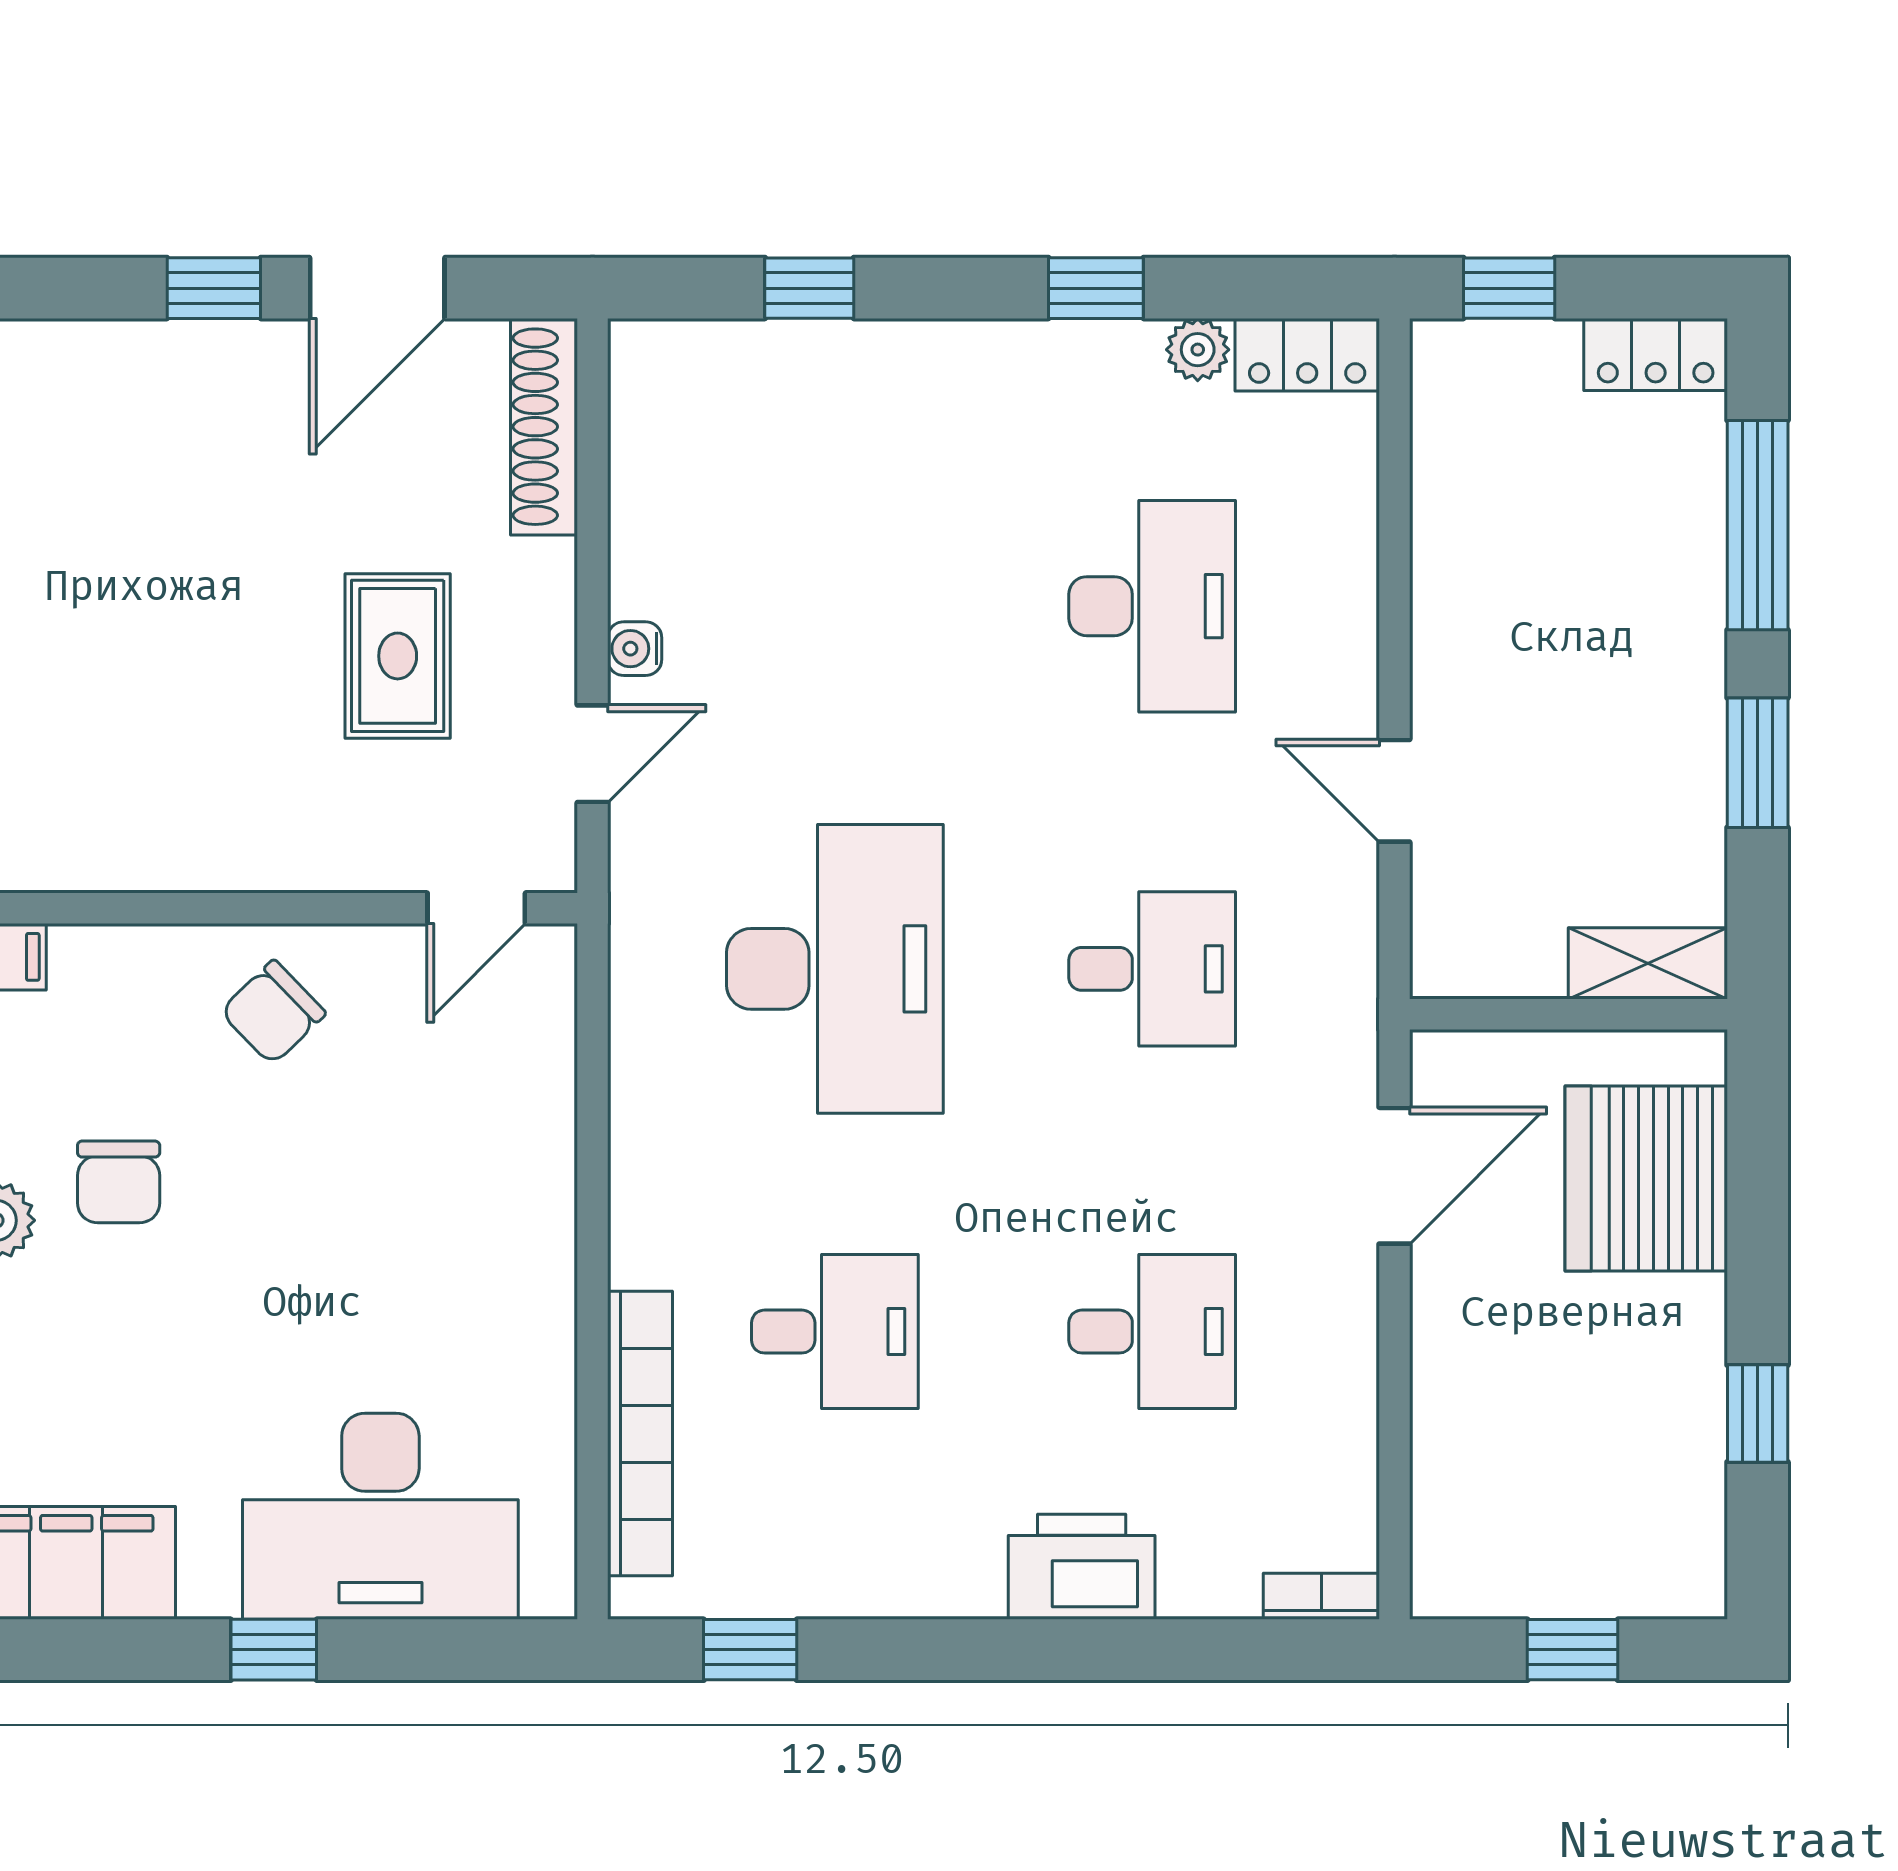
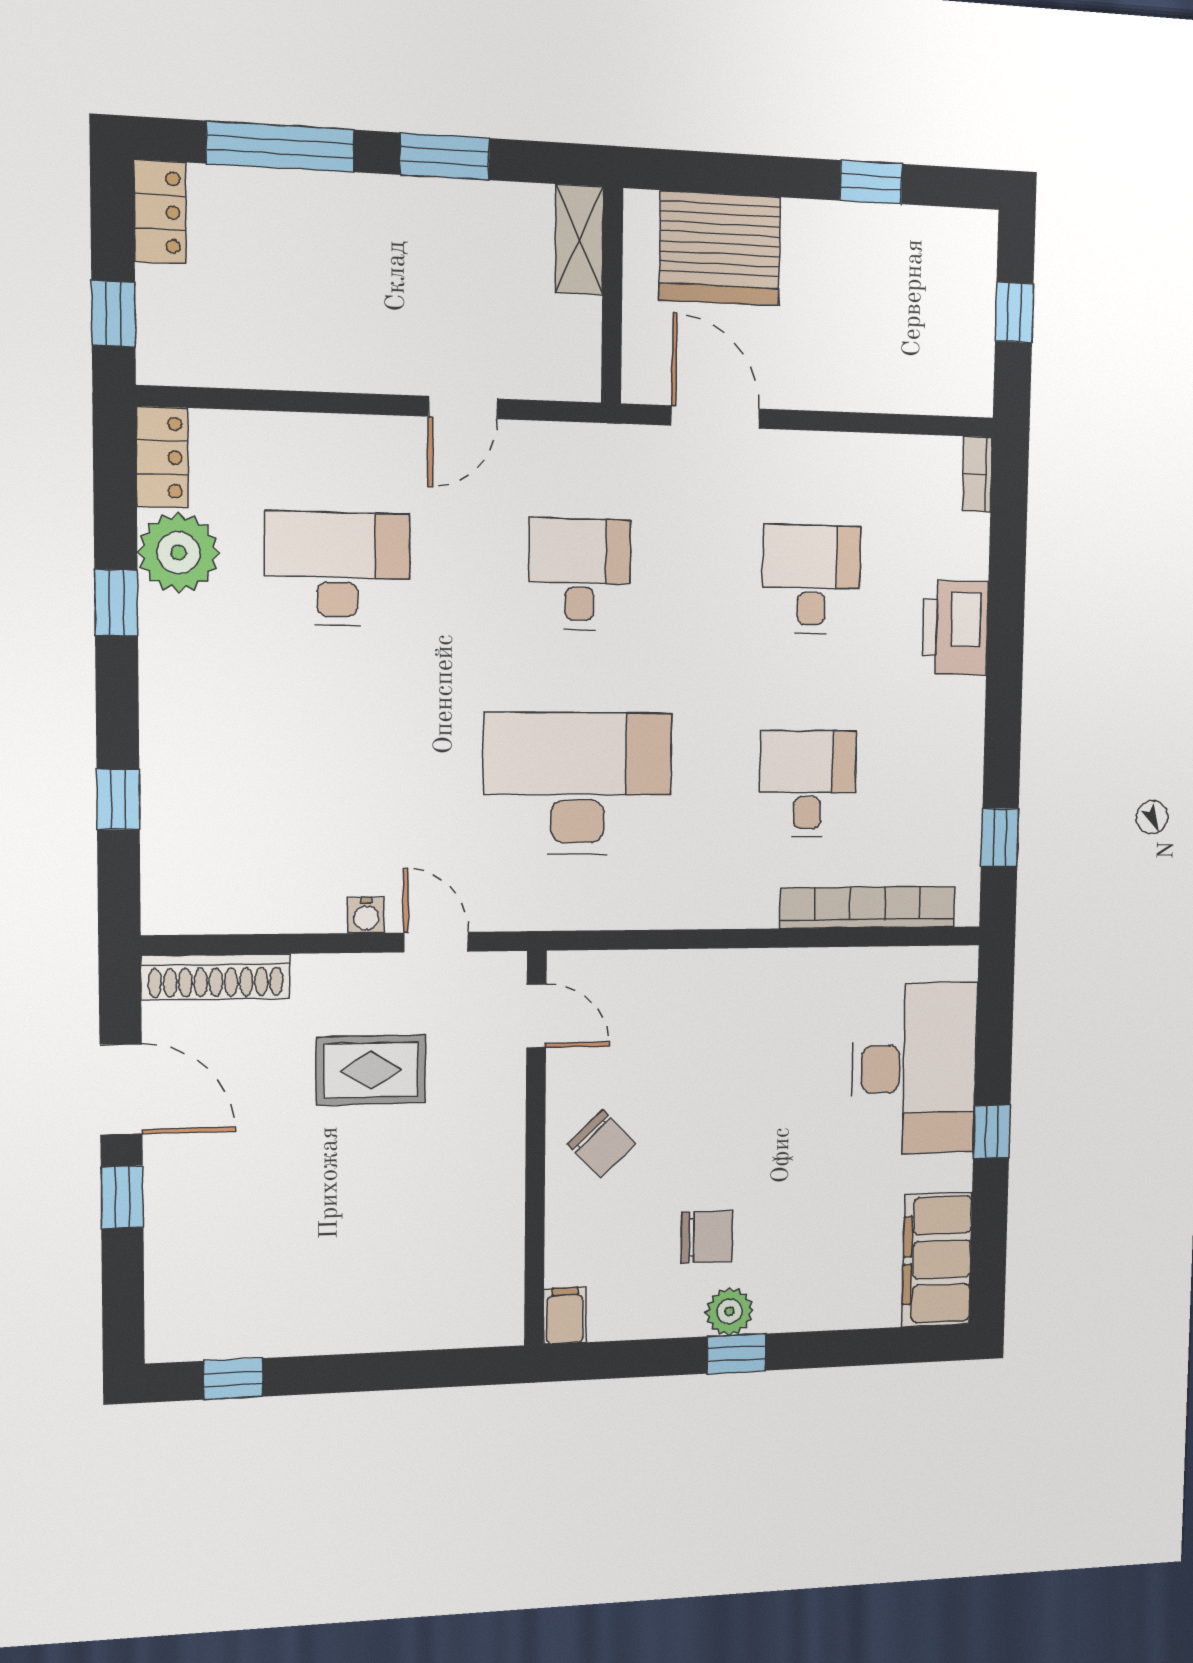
plant: (1198, 350) -> (179, 553), width x1.87, depth x1.87

